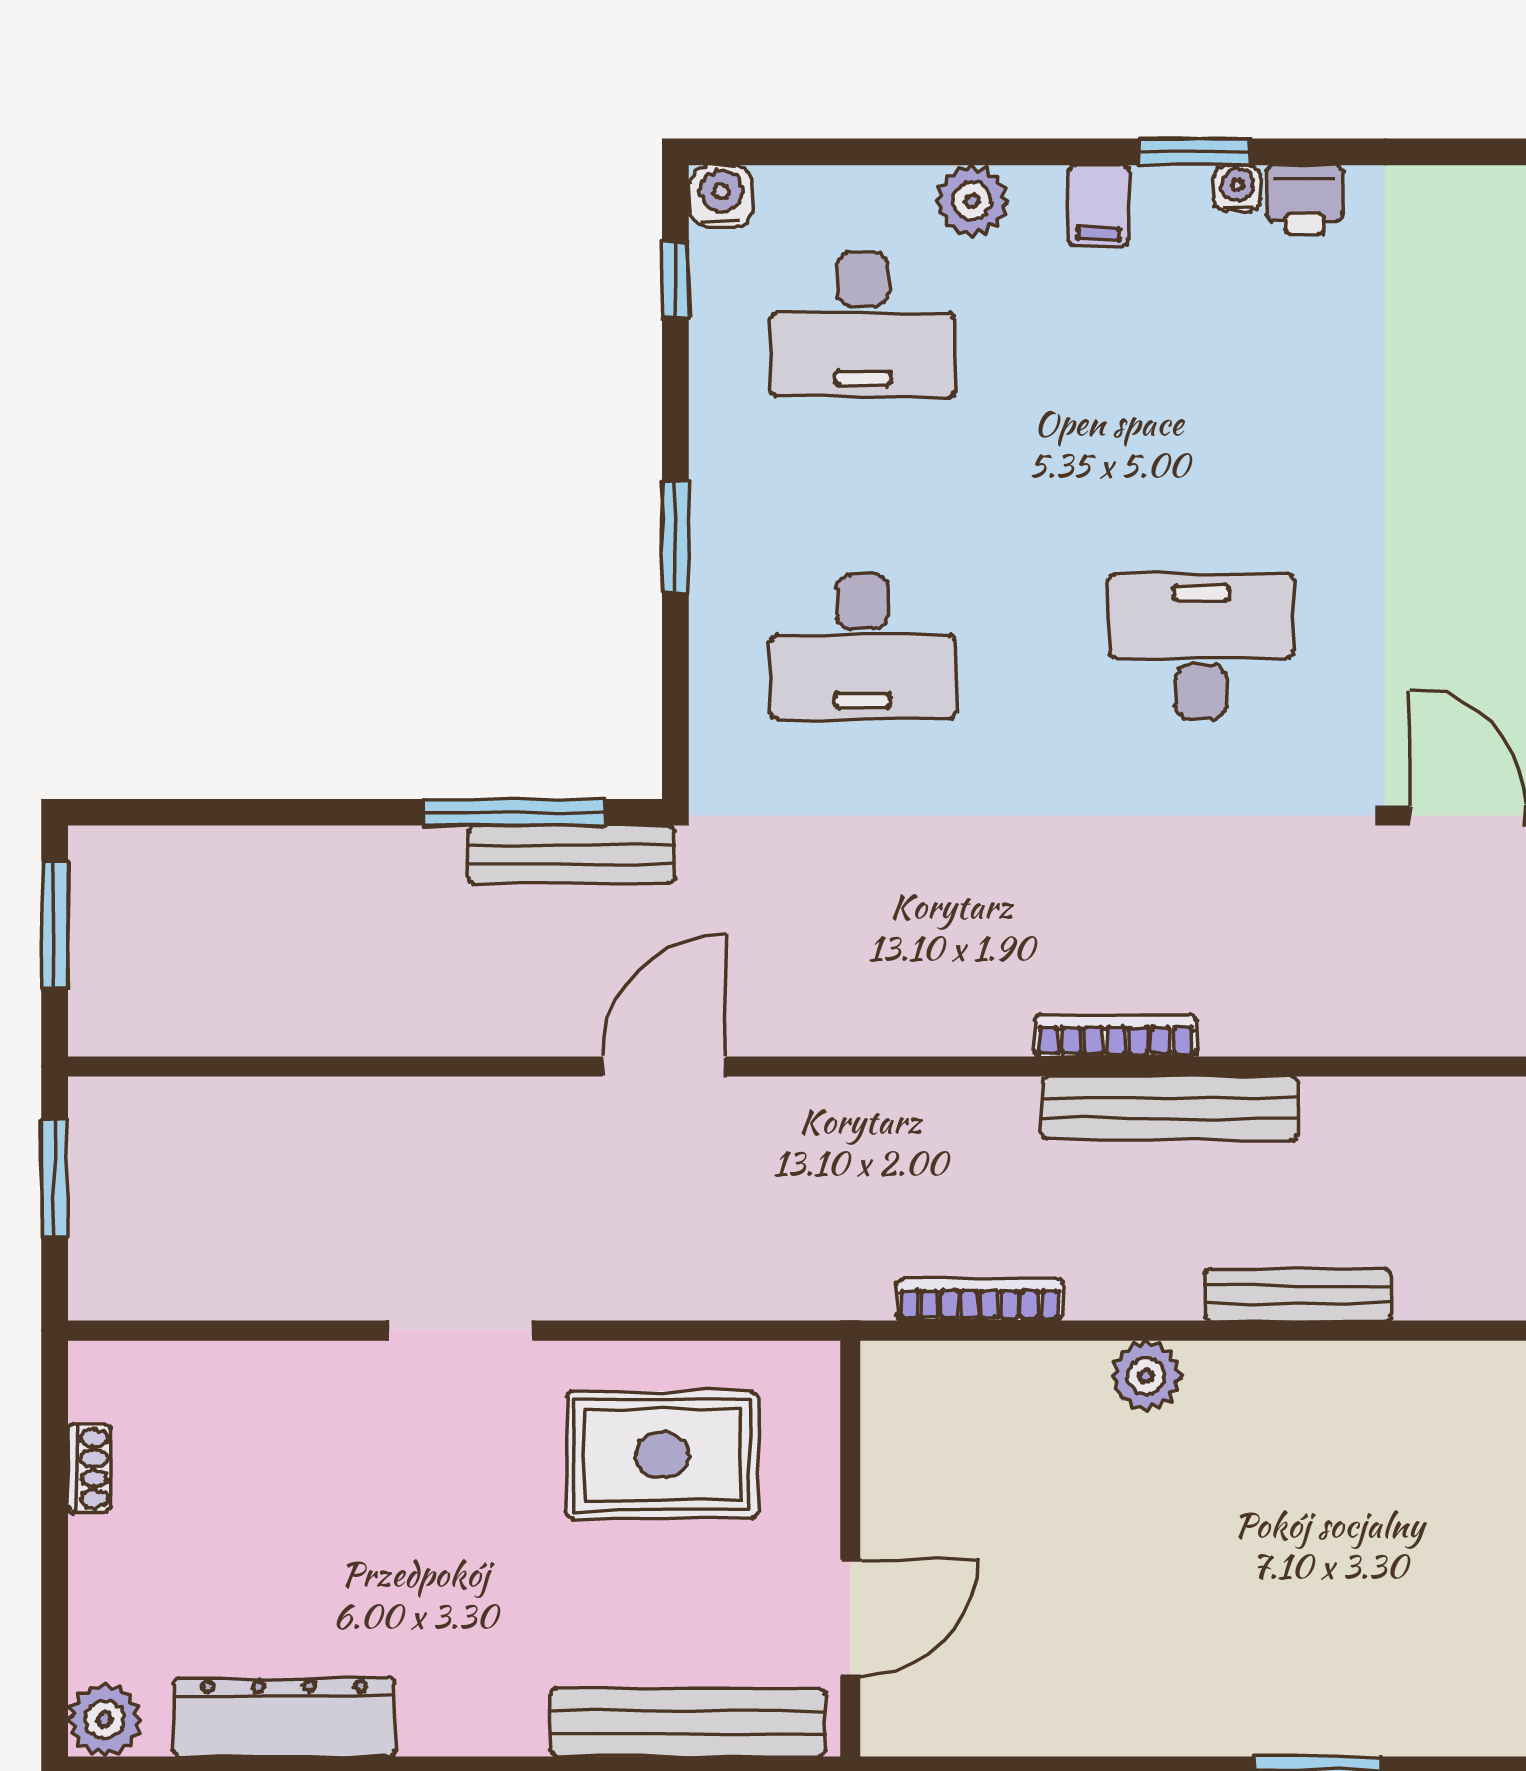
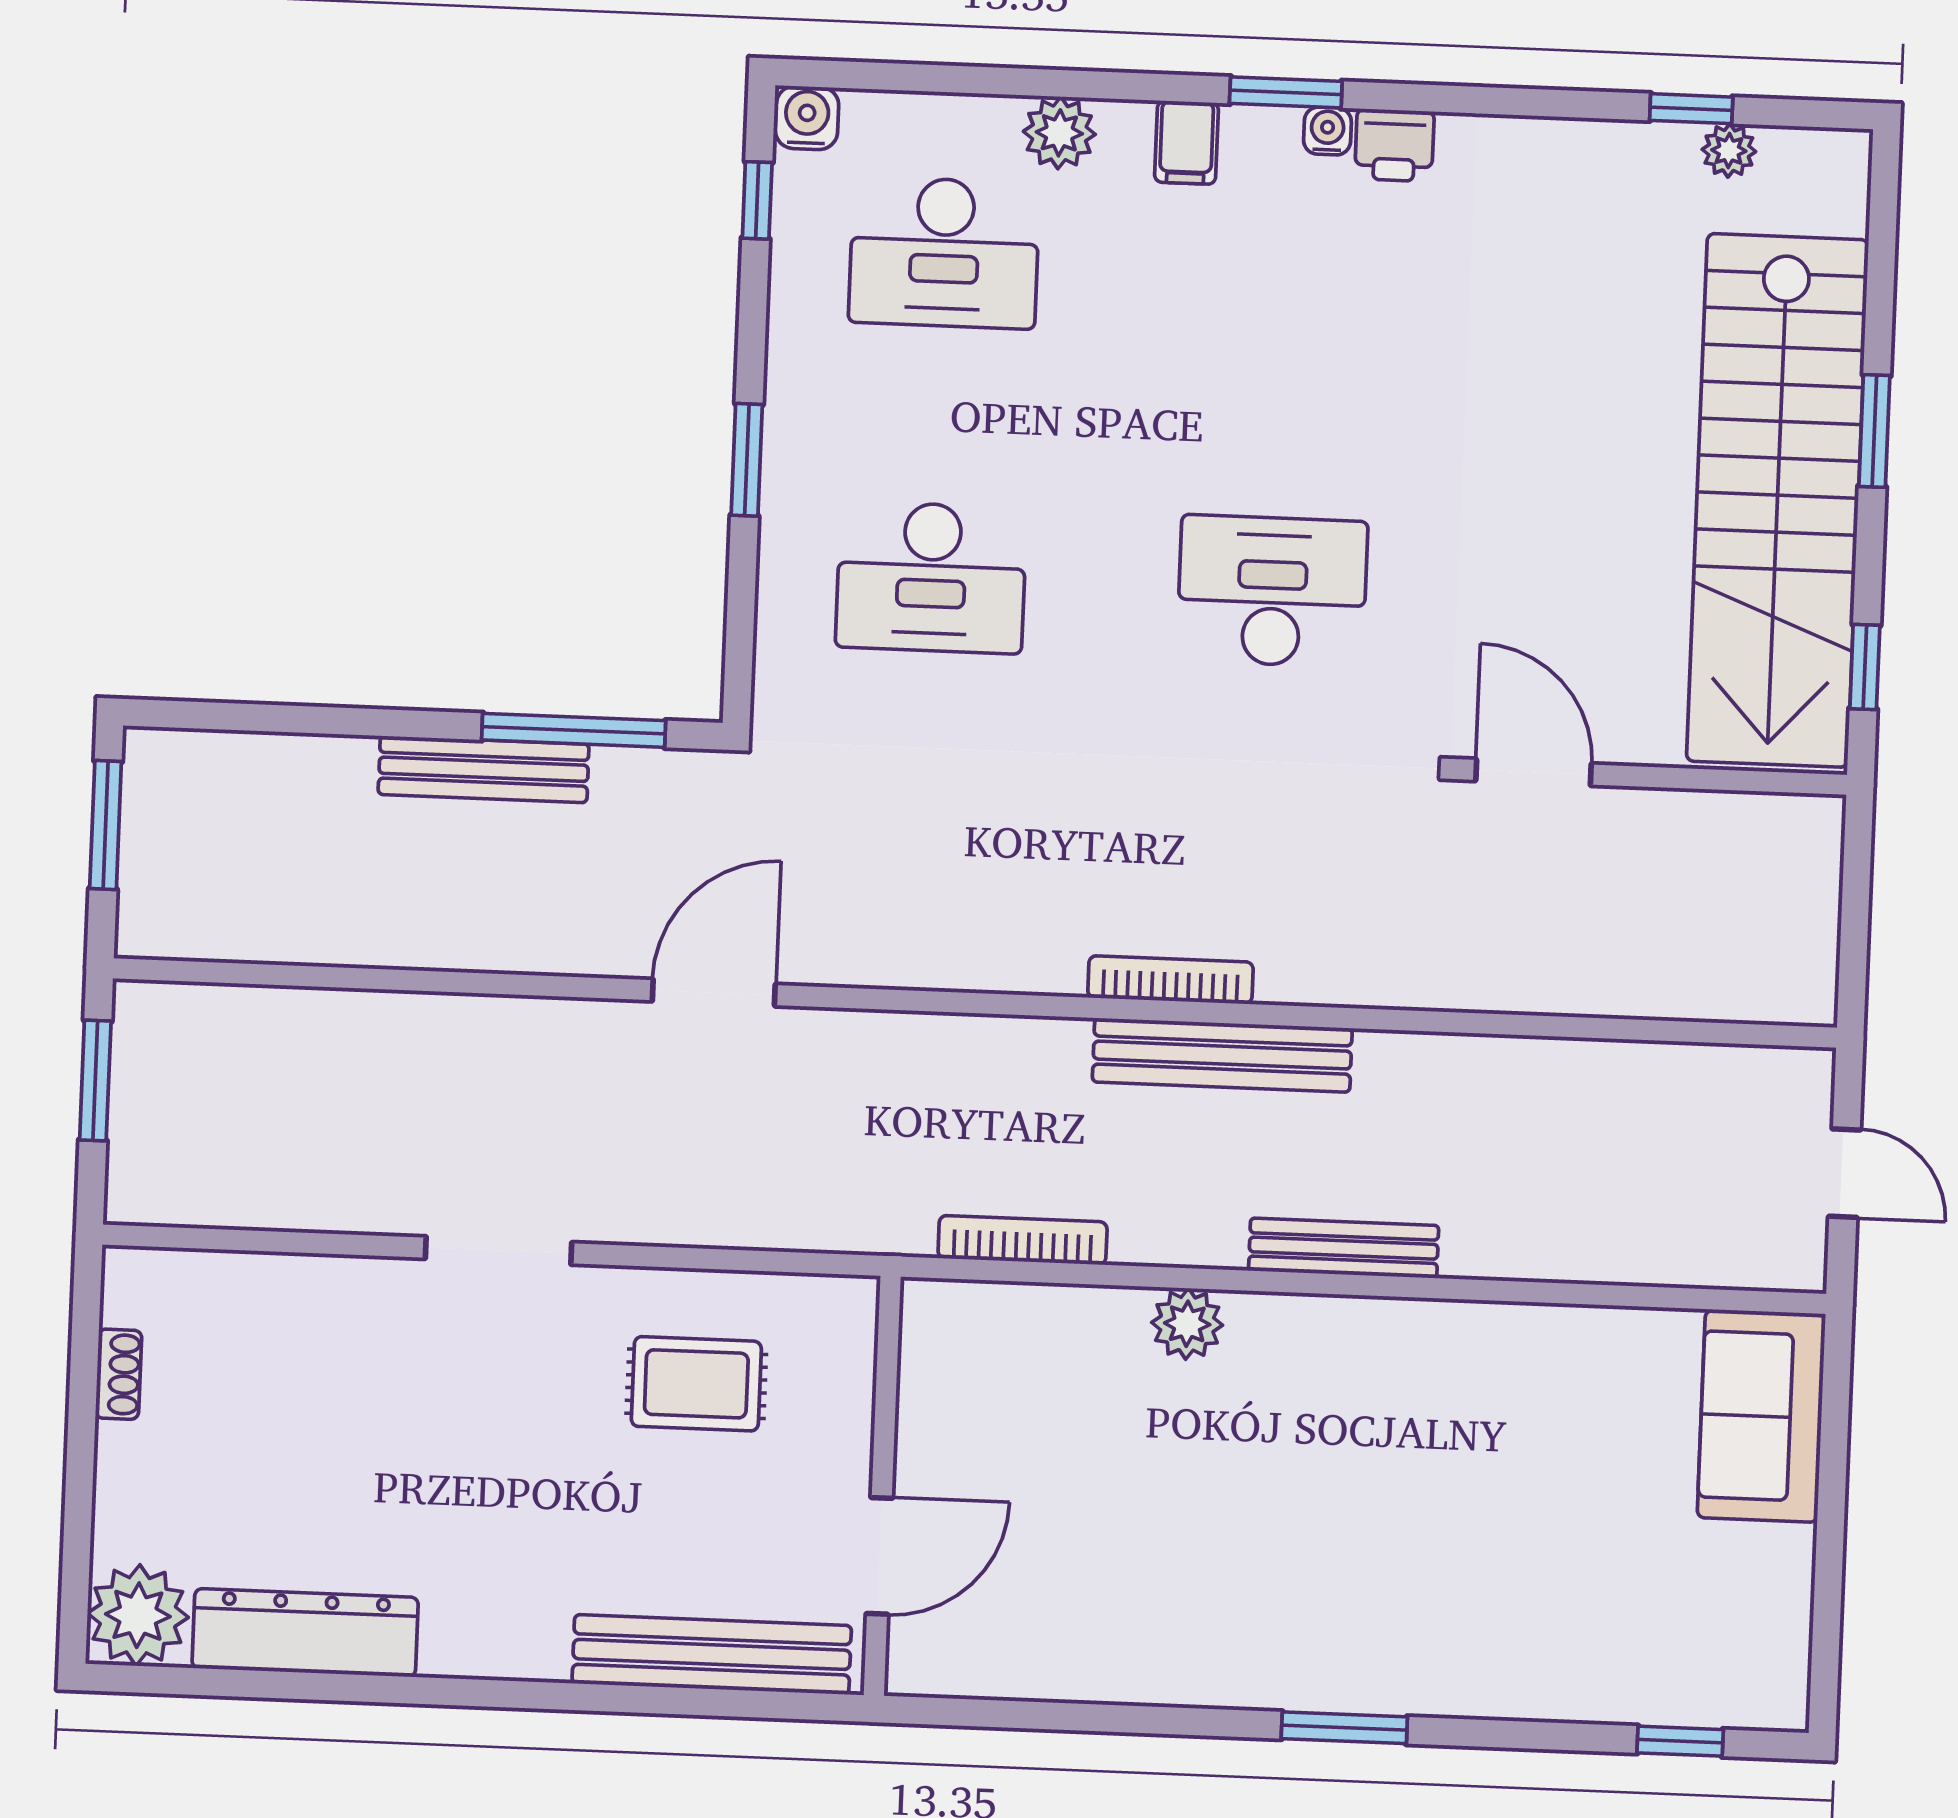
bench: (572, 854) -> (484, 769), moved
rug: (662, 1455) -> (696, 1384), width x0.73, depth x0.70
plant: (105, 1720) -> (138, 1615), width x1.36, depth x1.36

